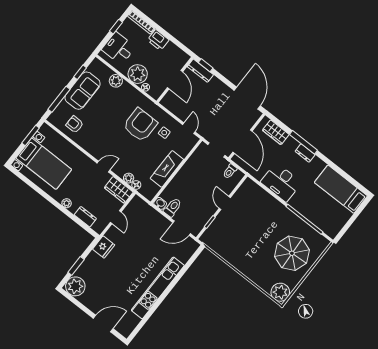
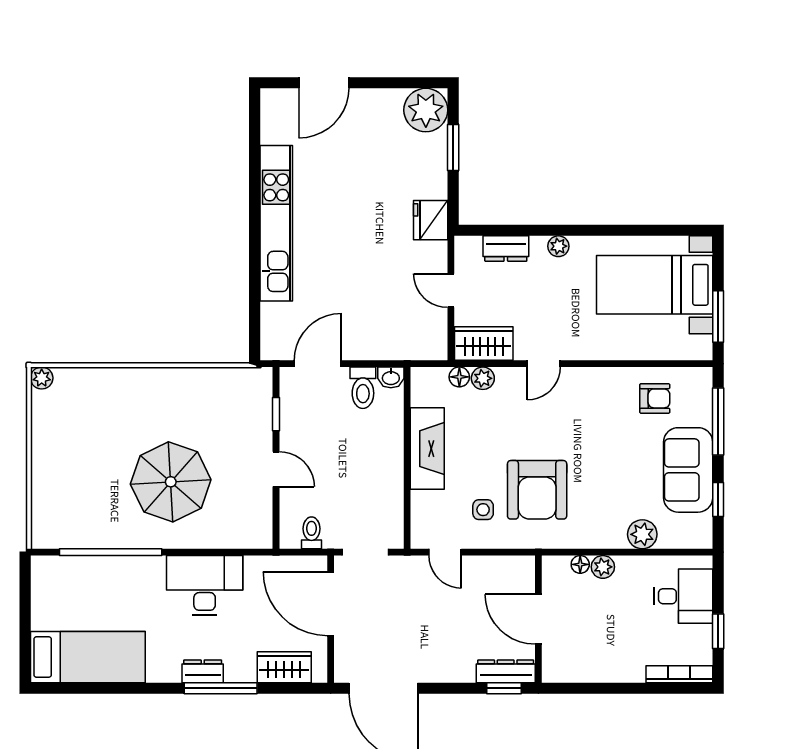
printer: (158, 40) -> (624, 667), removed
plant: (138, 74) -> (603, 567), width x0.53, depth x0.53
parasol: (292, 253) -> (171, 482), moved
plant: (280, 292) -> (42, 378), width x0.53, depth x0.53

